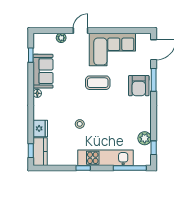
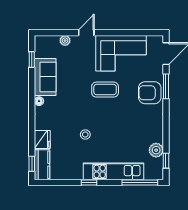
armchair: (139, 86) -> (150, 93), turned 90

